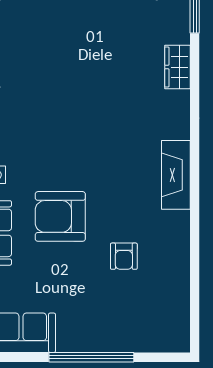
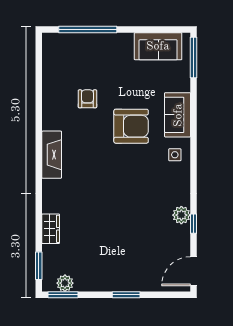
window: (91, 357) -> (88, 29), moved

